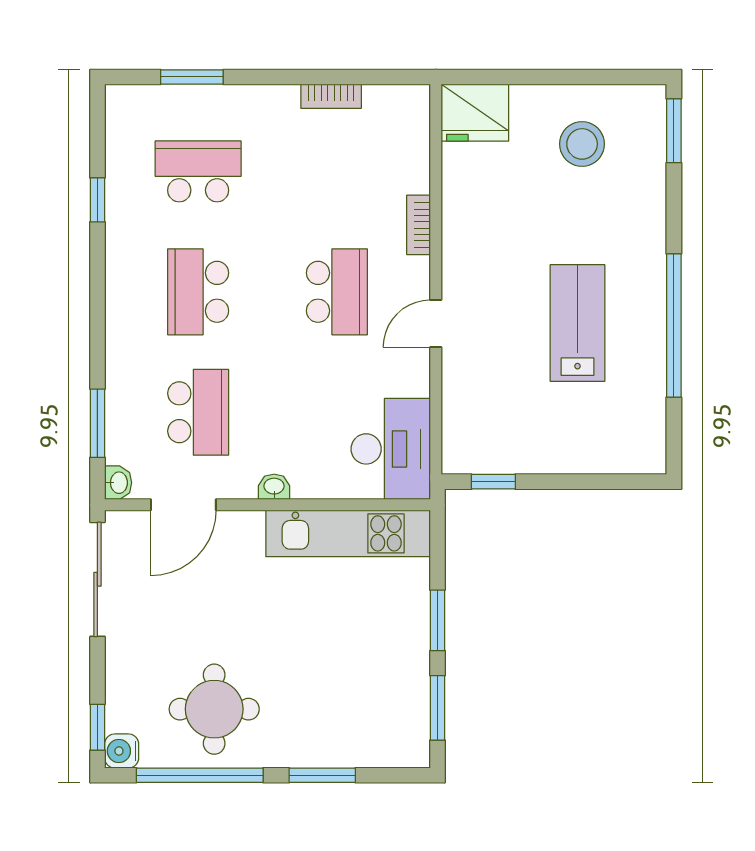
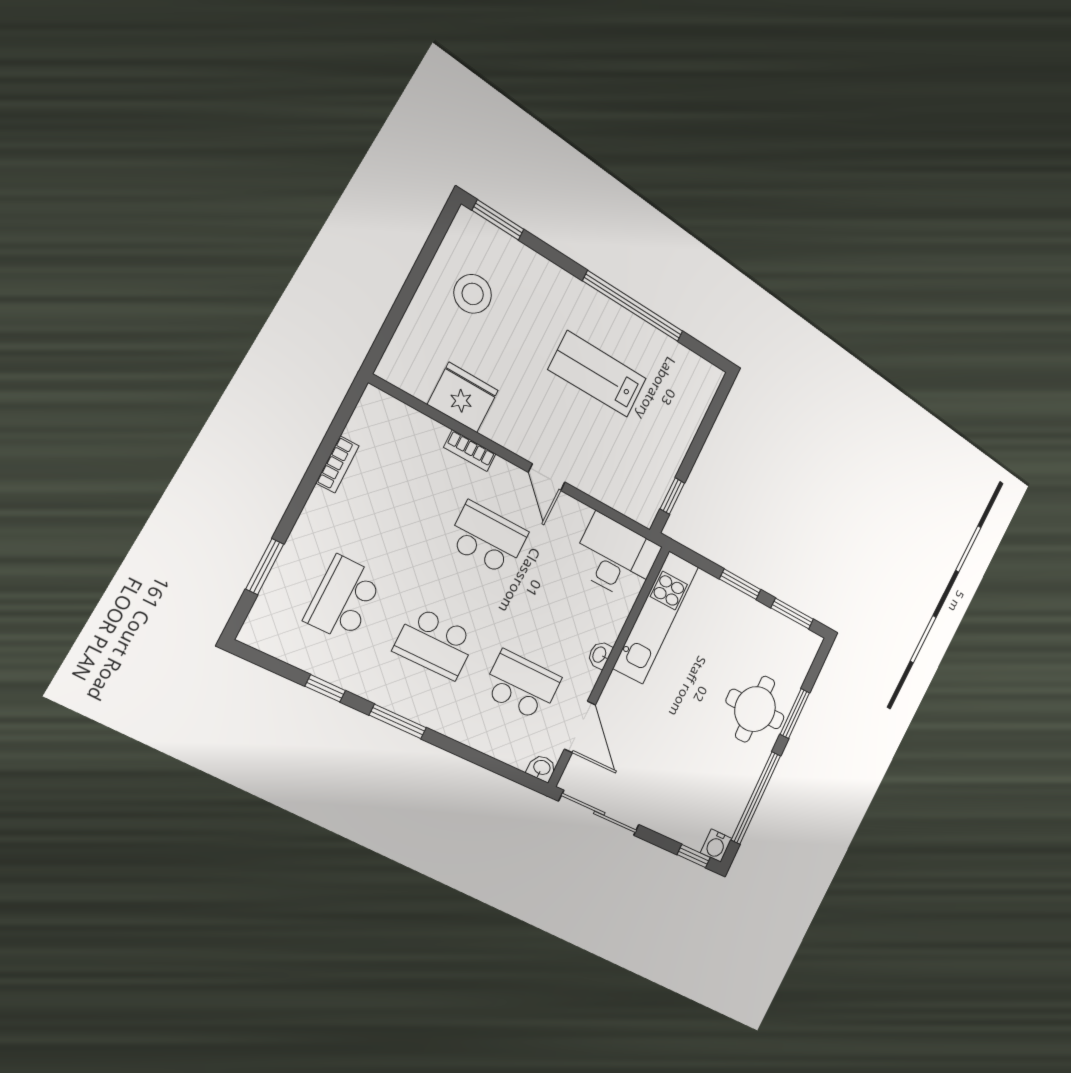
fridge: (475, 113) -> (463, 397), moved, turned -90
window: (97, 423) -> (398, 721), moved
round table: (214, 709) -> (755, 709), moved

